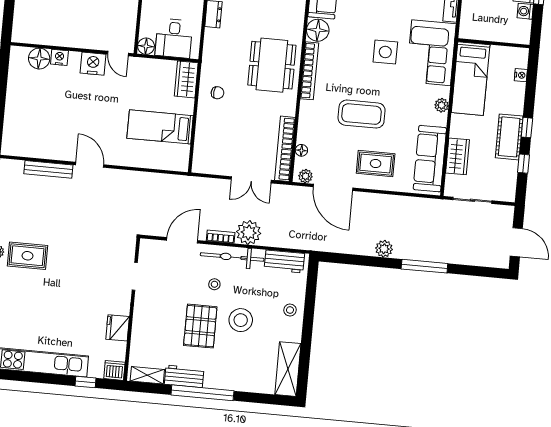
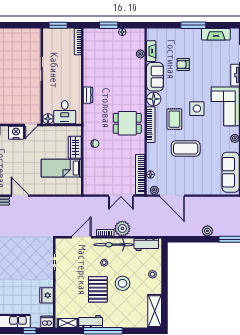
door: (118, 54) -> (31, 125), hinge flipped
dining table: (272, 65) -> (127, 123), width x0.73
wardrobe: (186, 79) -> (75, 147), moved
rug: (376, 164) -> (174, 119), moved, turned 90

